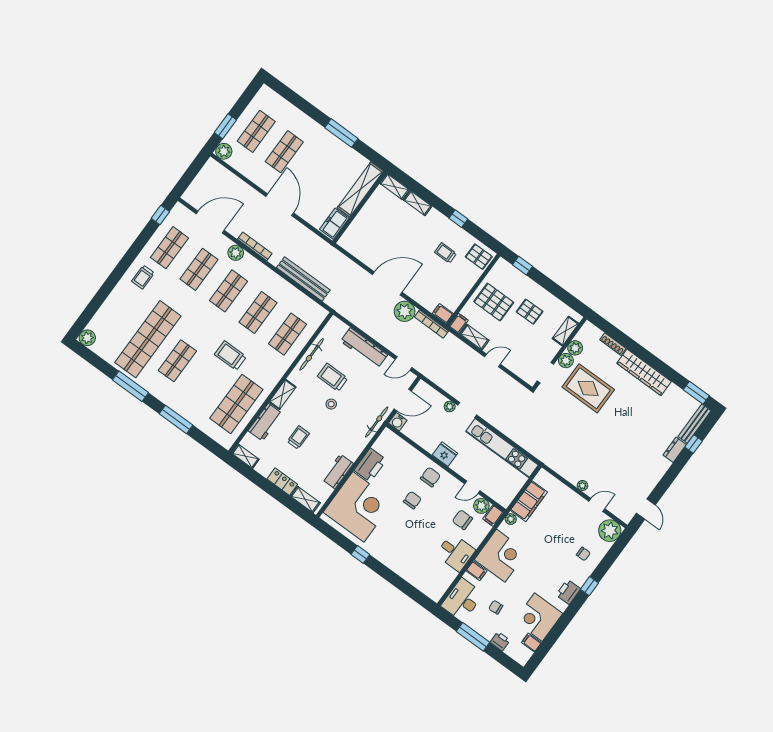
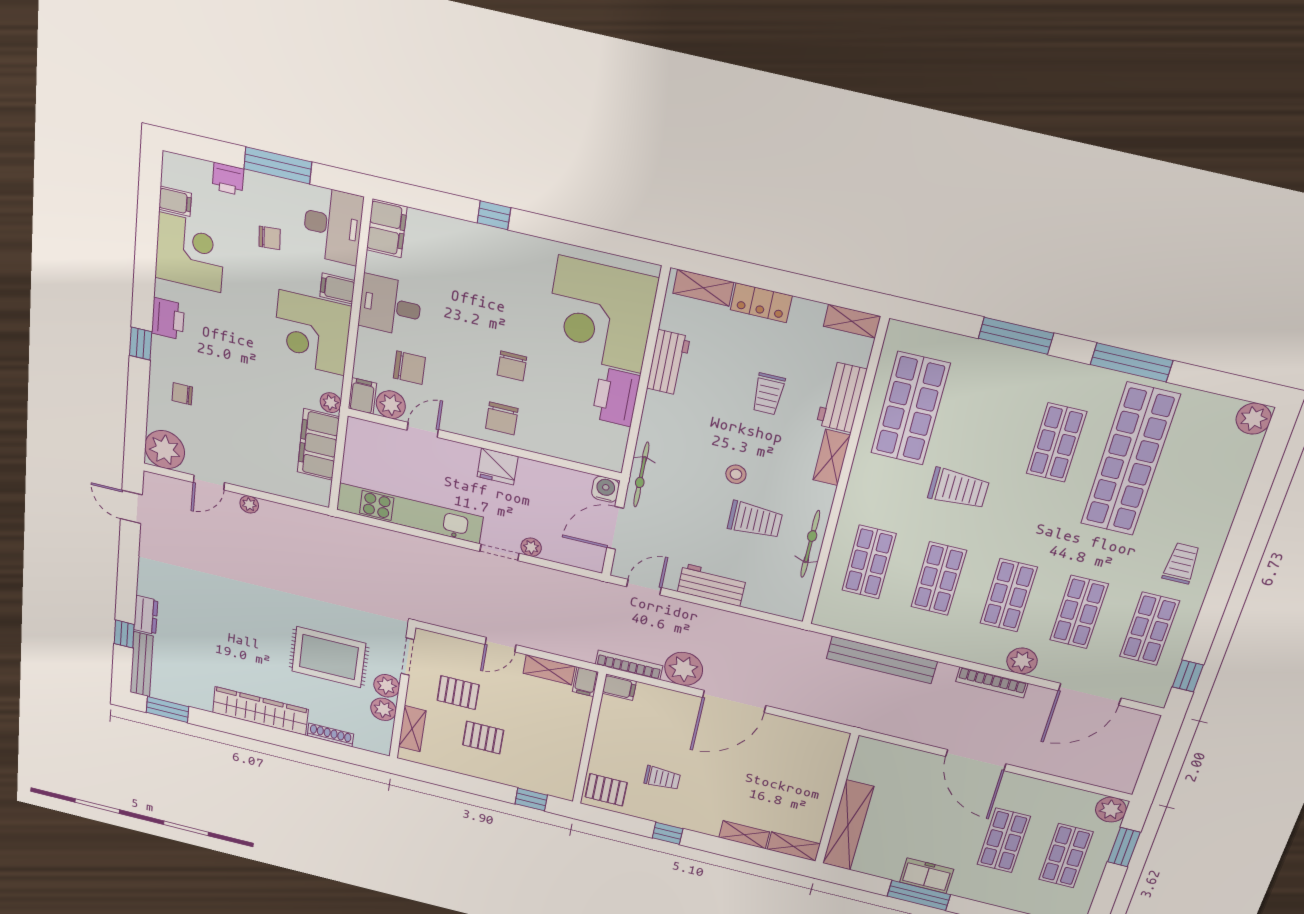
freezer: (334, 224) -> (927, 876), moved, turned -90
pallet: (494, 302) -> (458, 693), moved, width x0.67, depth x0.71
workbench: (364, 348) -> (712, 585), width x0.73
window: (360, 554) -> (494, 215), moved
filing cabinet: (438, 588) -> (387, 228), added

